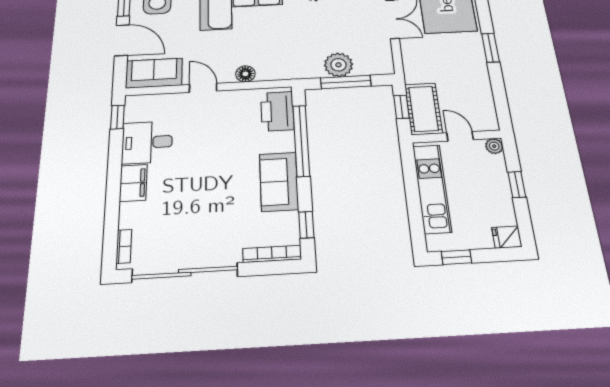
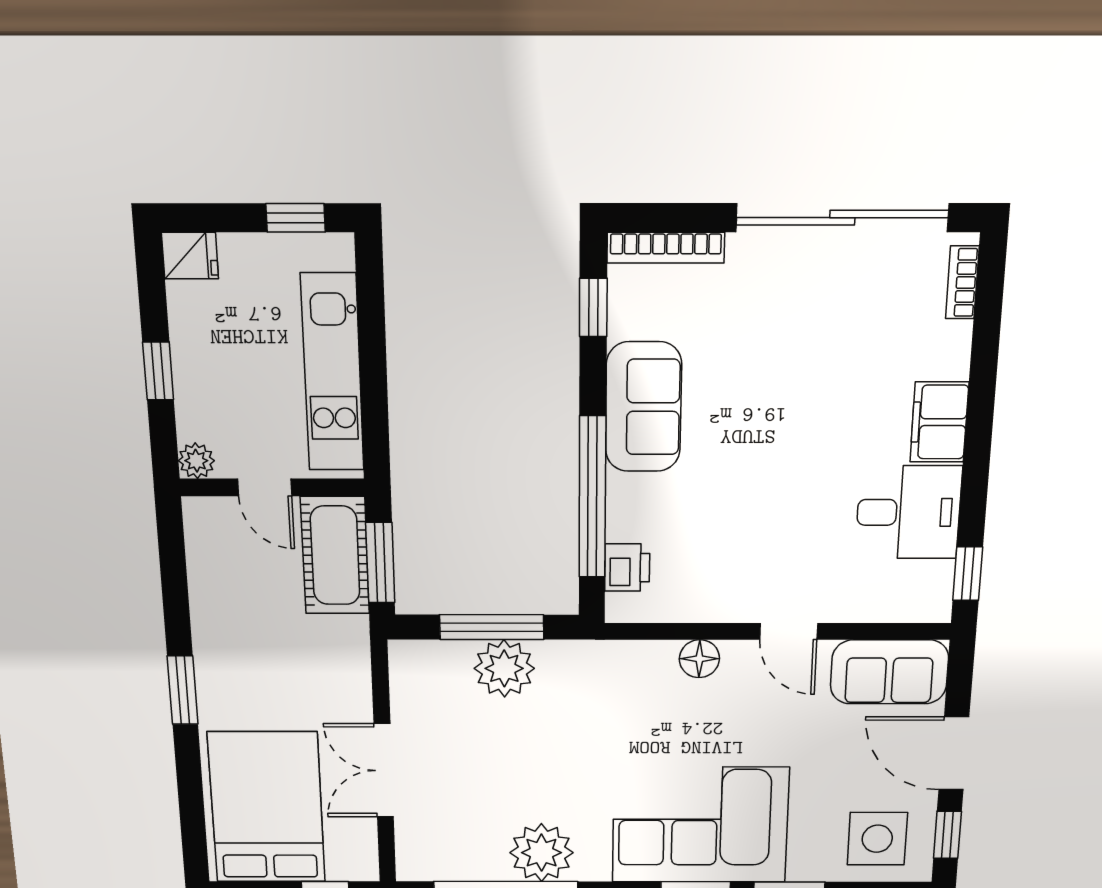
window: (401, 107) -> (380, 563), width x1.50
printer: (277, 111) -> (627, 568), width x0.53, depth x0.68

